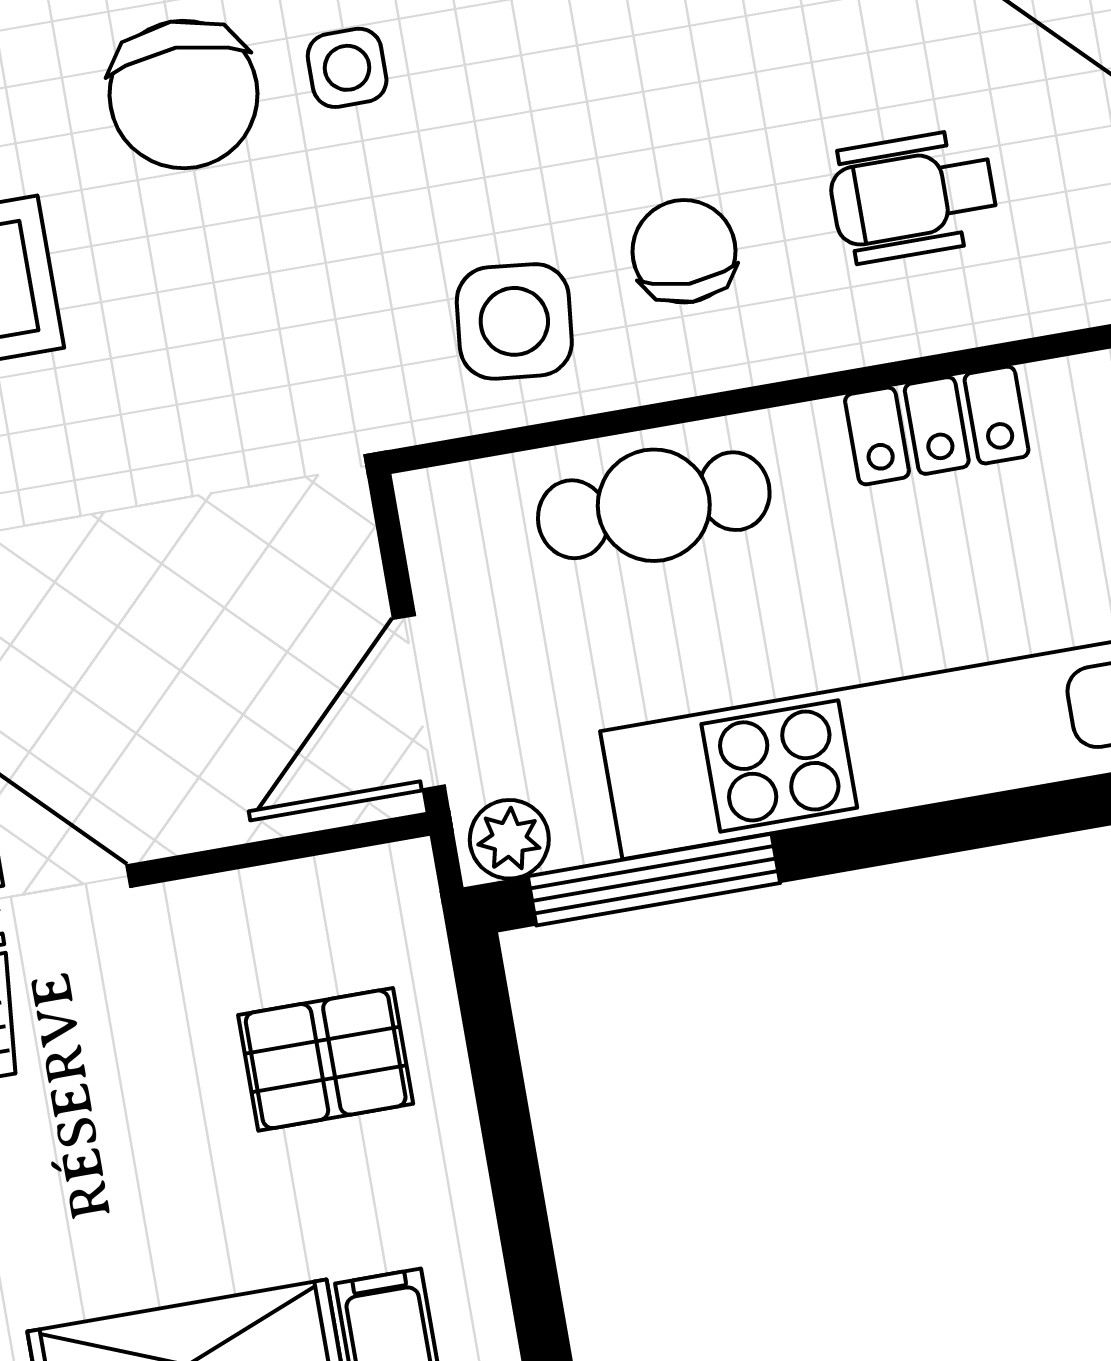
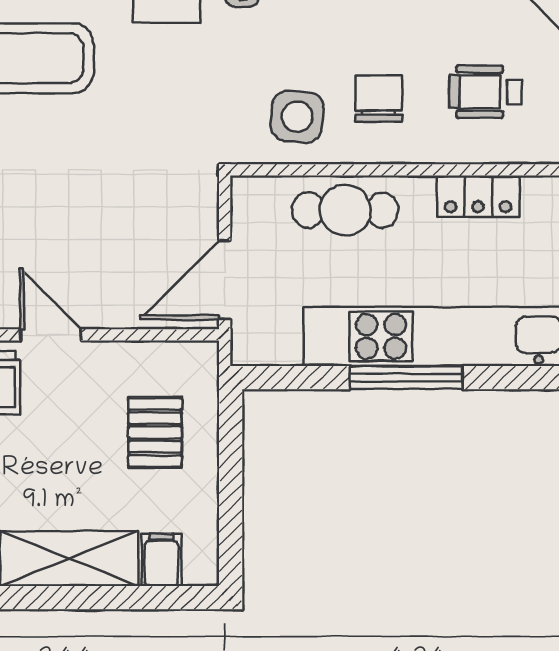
plant: (509, 839) -> (254, 348), removed
window: (654, 880) -> (406, 378), moved
pallet: (326, 1059) -> (155, 432), turned 90

